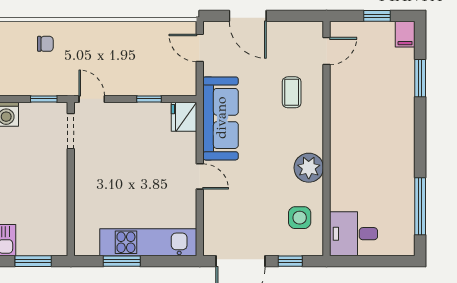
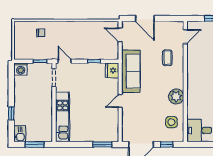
door: (200, 176) -> (120, 101), swing flipped
kitchen unit: (148, 242) -> (63, 117), moved, turned 90
window: (122, 261) -> (102, 144), moved

